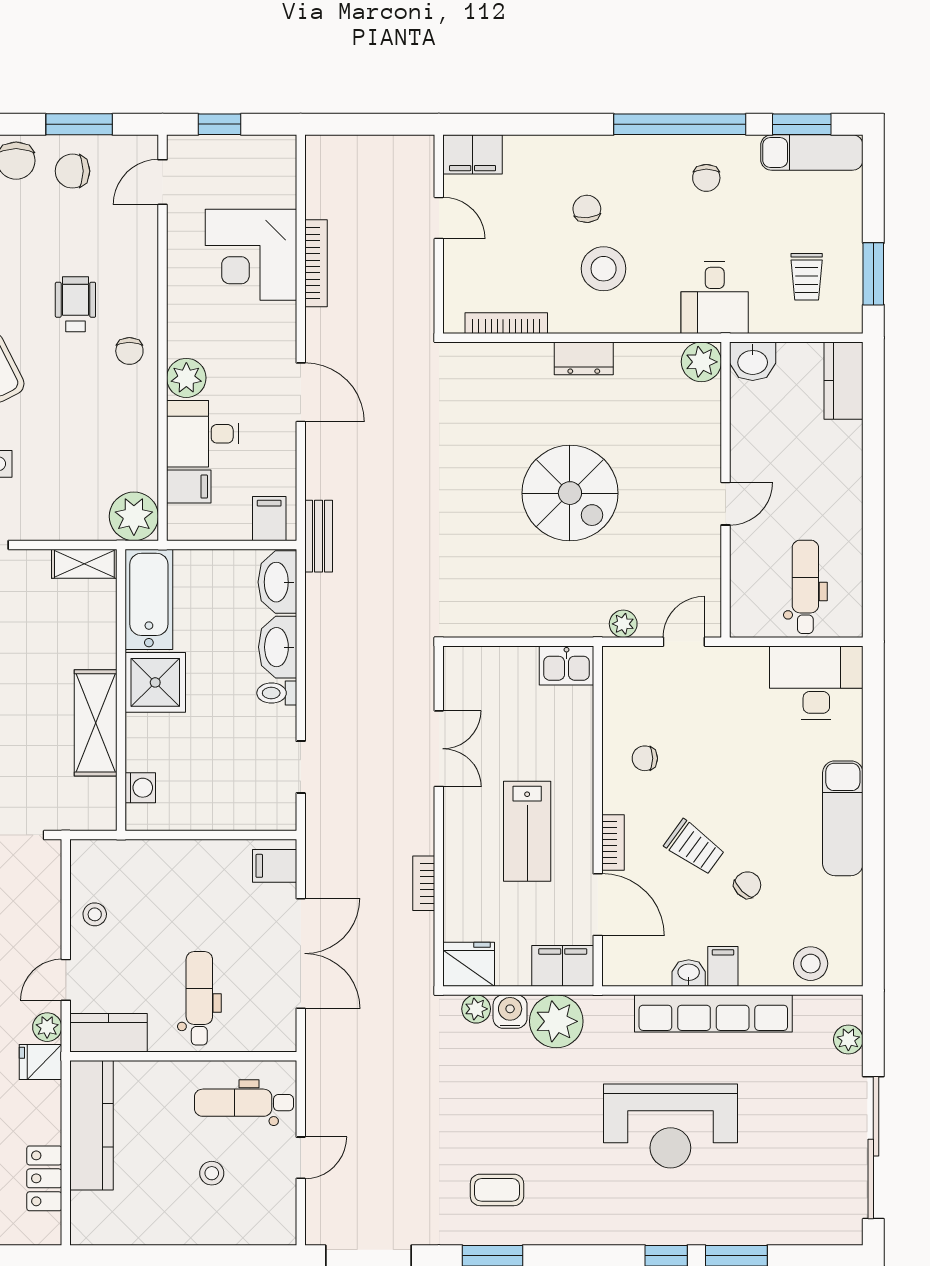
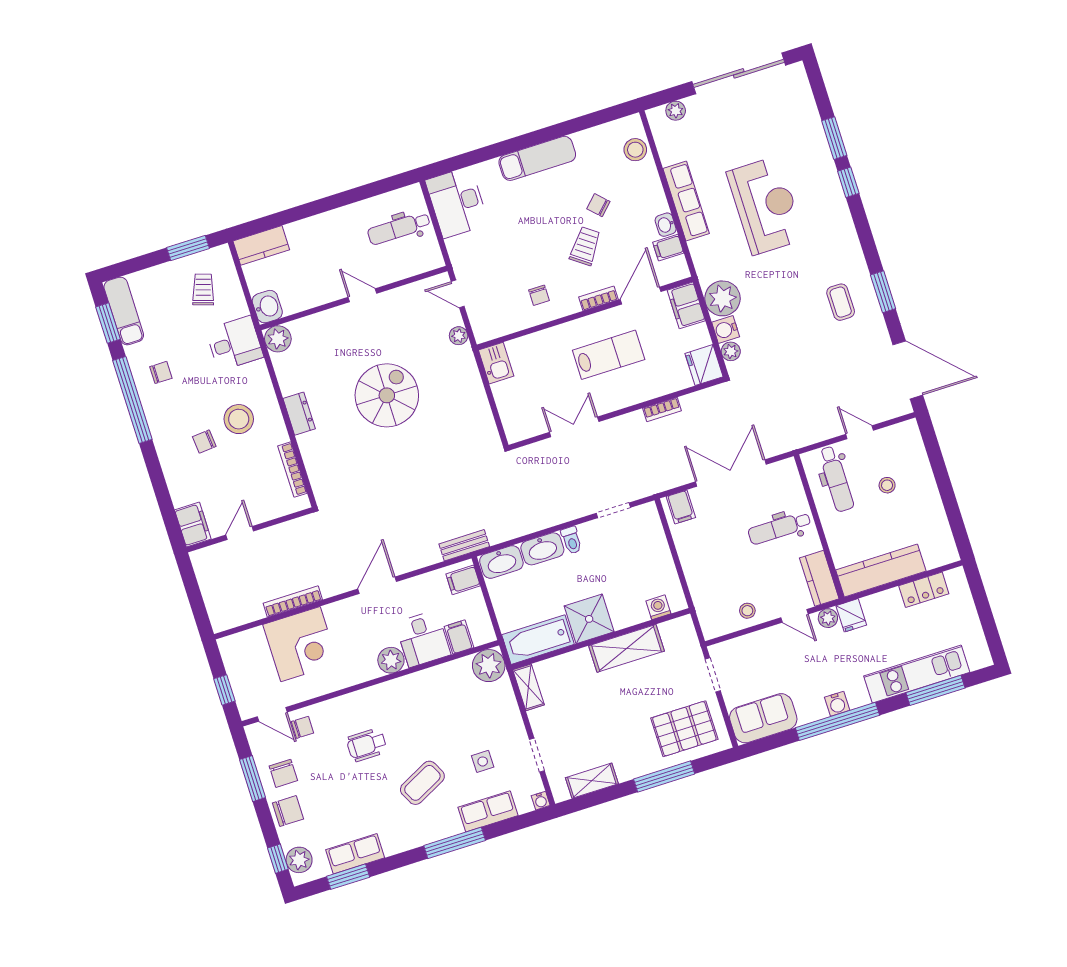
trolley: (807, 277) -> (203, 289), turned -72
chair: (129, 351) -> (302, 727), moved
filing cabinet: (723, 966) -> (668, 248), moved
row of seats: (713, 1013) -> (686, 201), width x0.73

